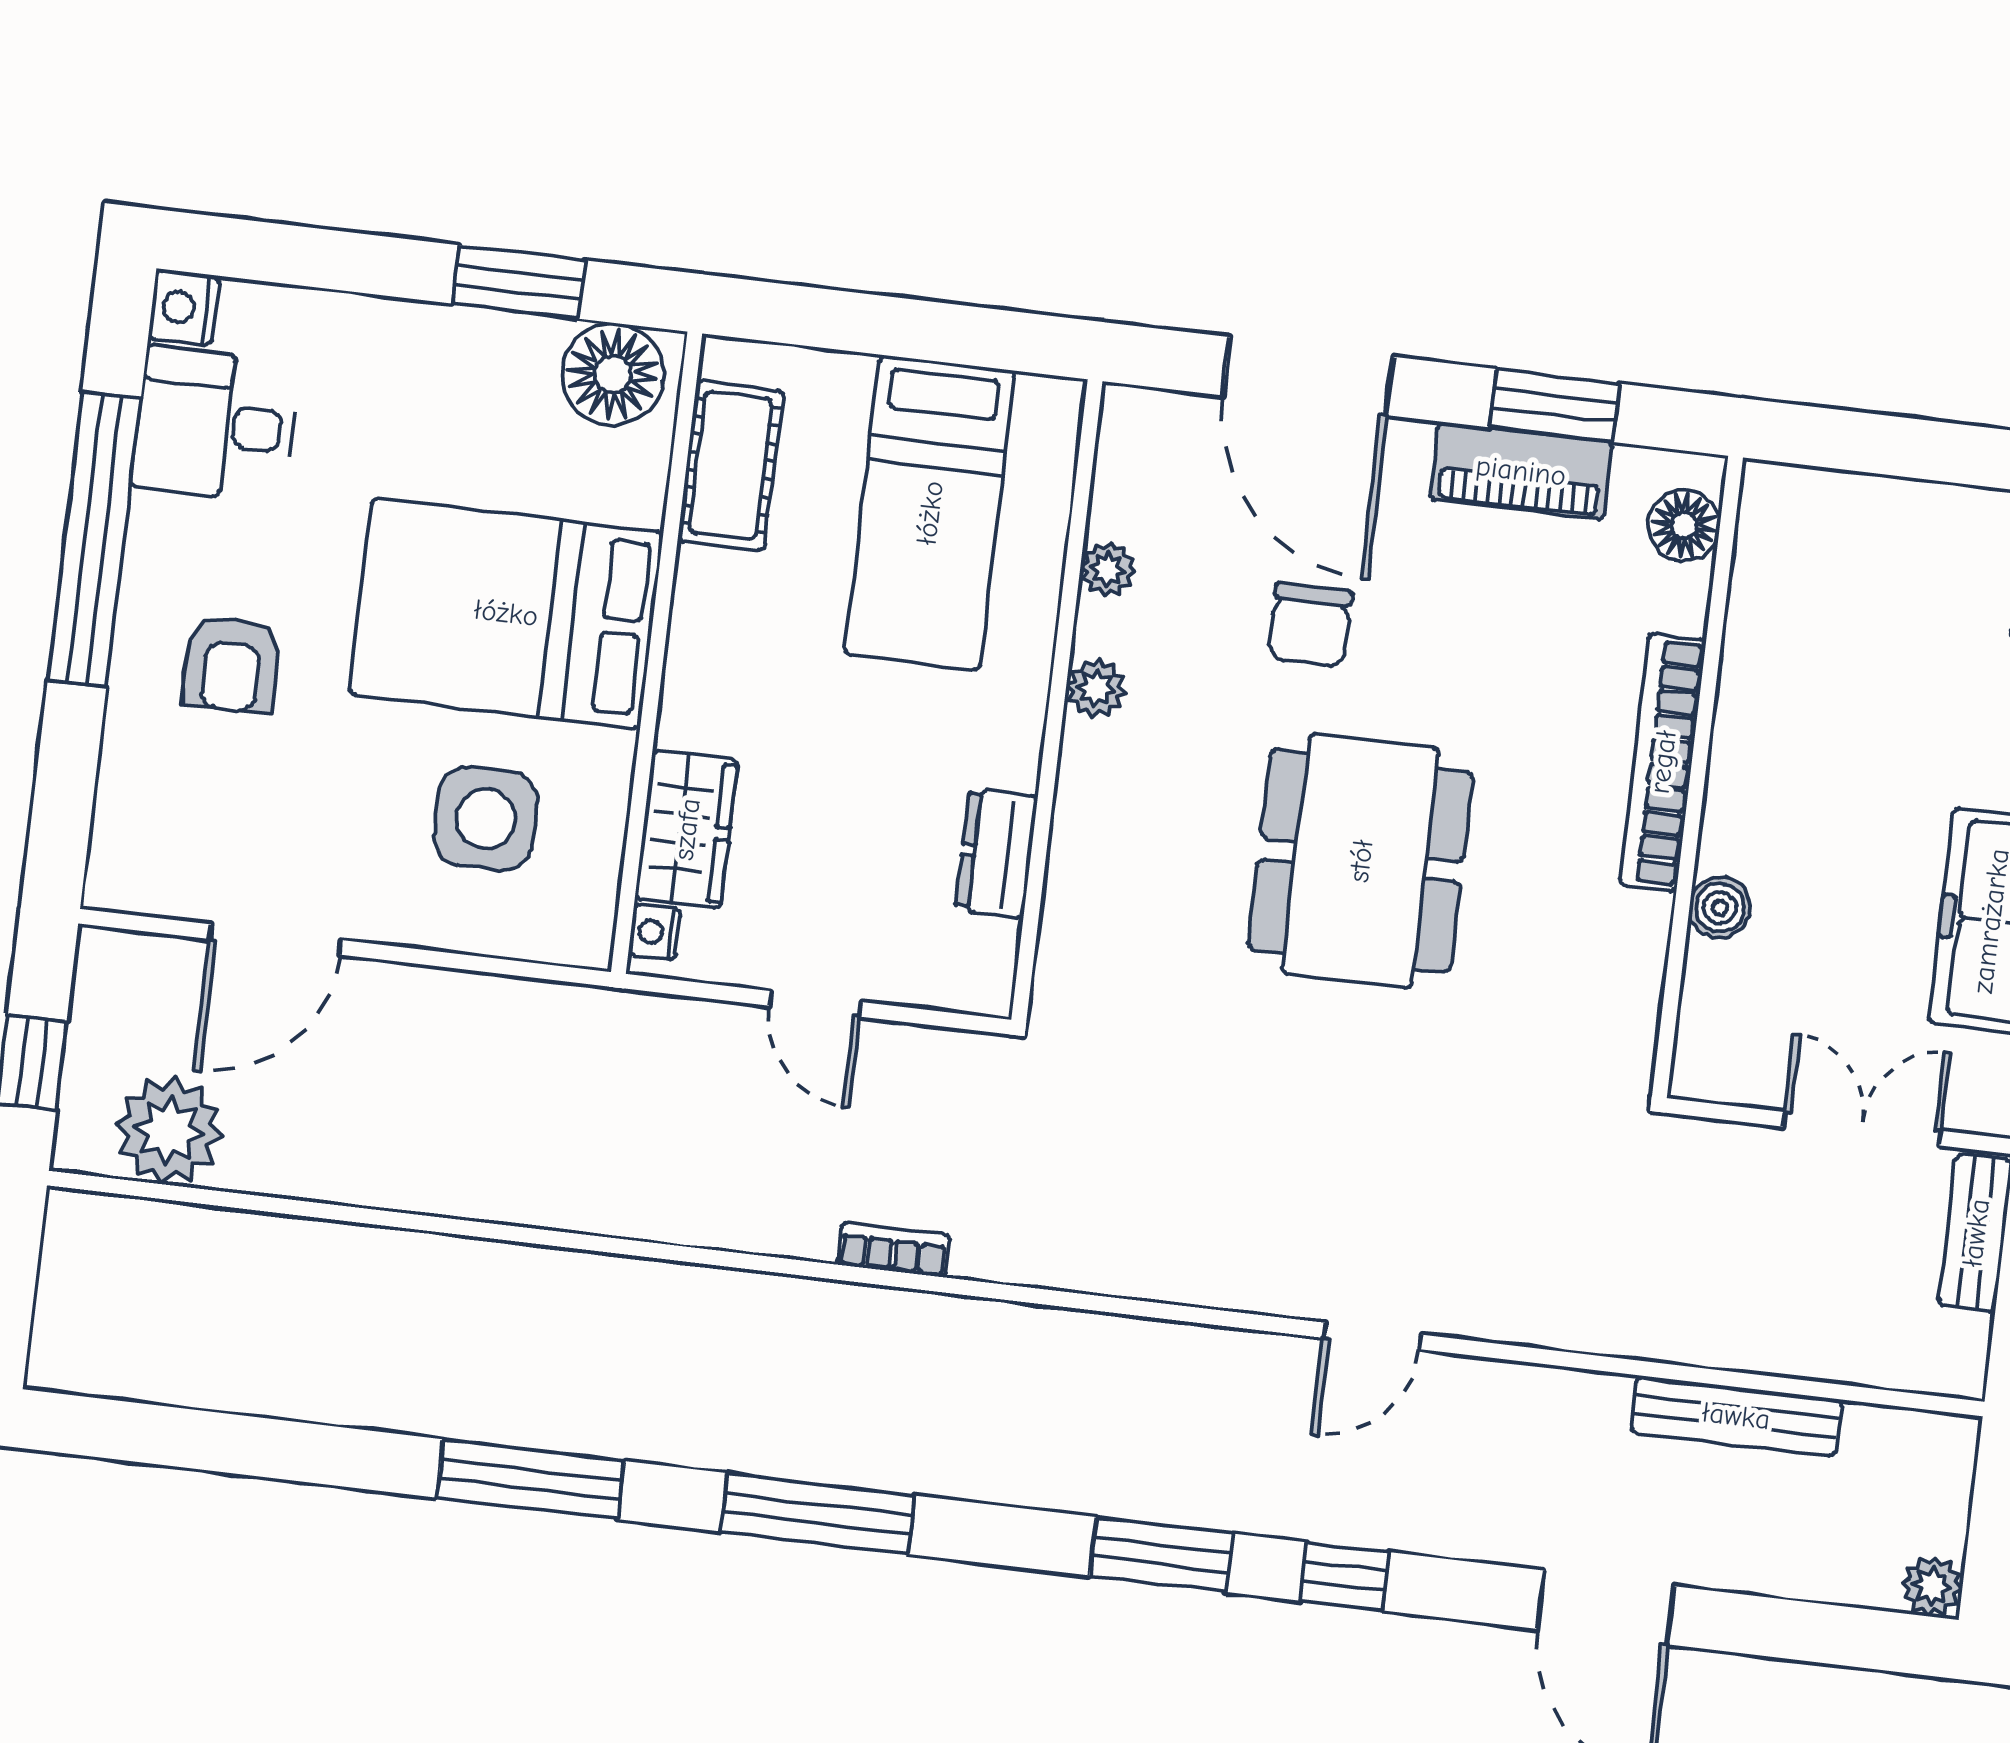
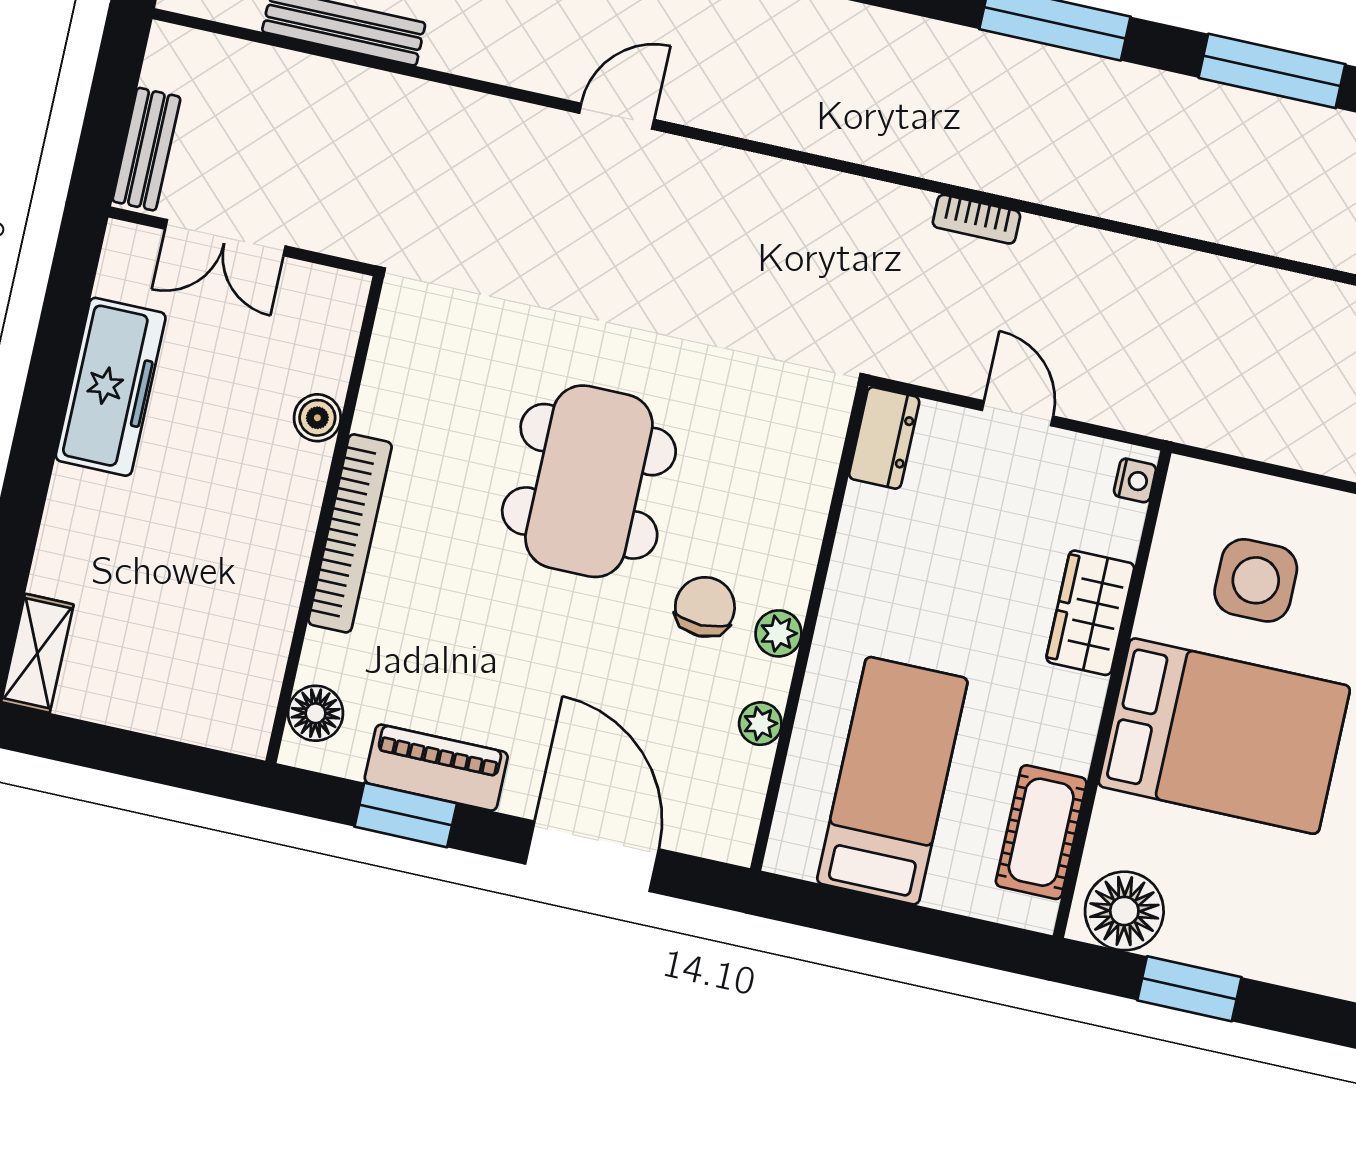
chair: (1310, 625) -> (705, 607), moved
wardrobe: (687, 829) -> (1090, 613), moved
dresser: (997, 853) -> (884, 438), moved

